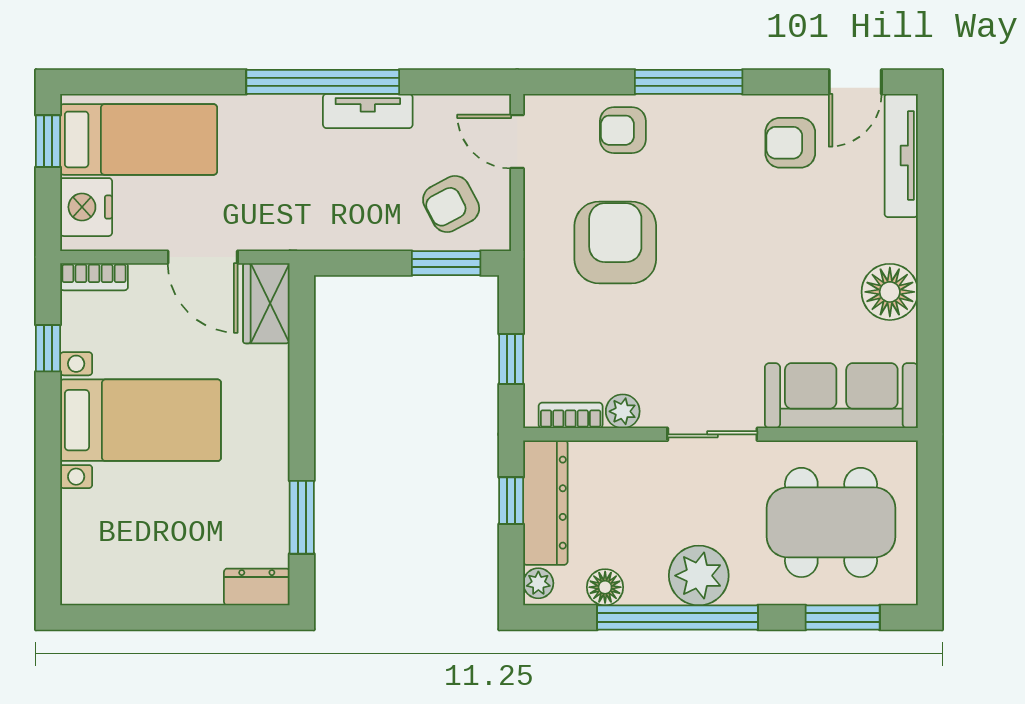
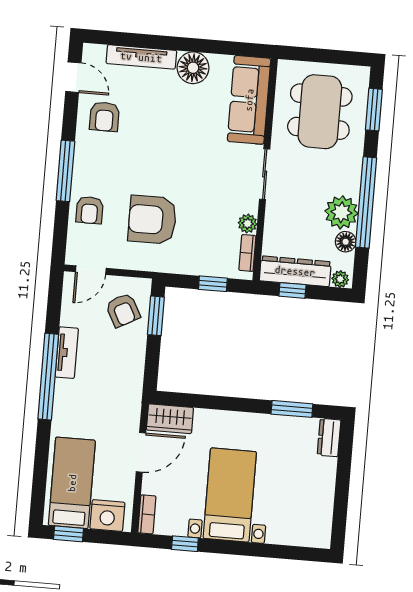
tv unit: (901, 156) -> (141, 57), moved
plant: (699, 576) -> (341, 212), moved

